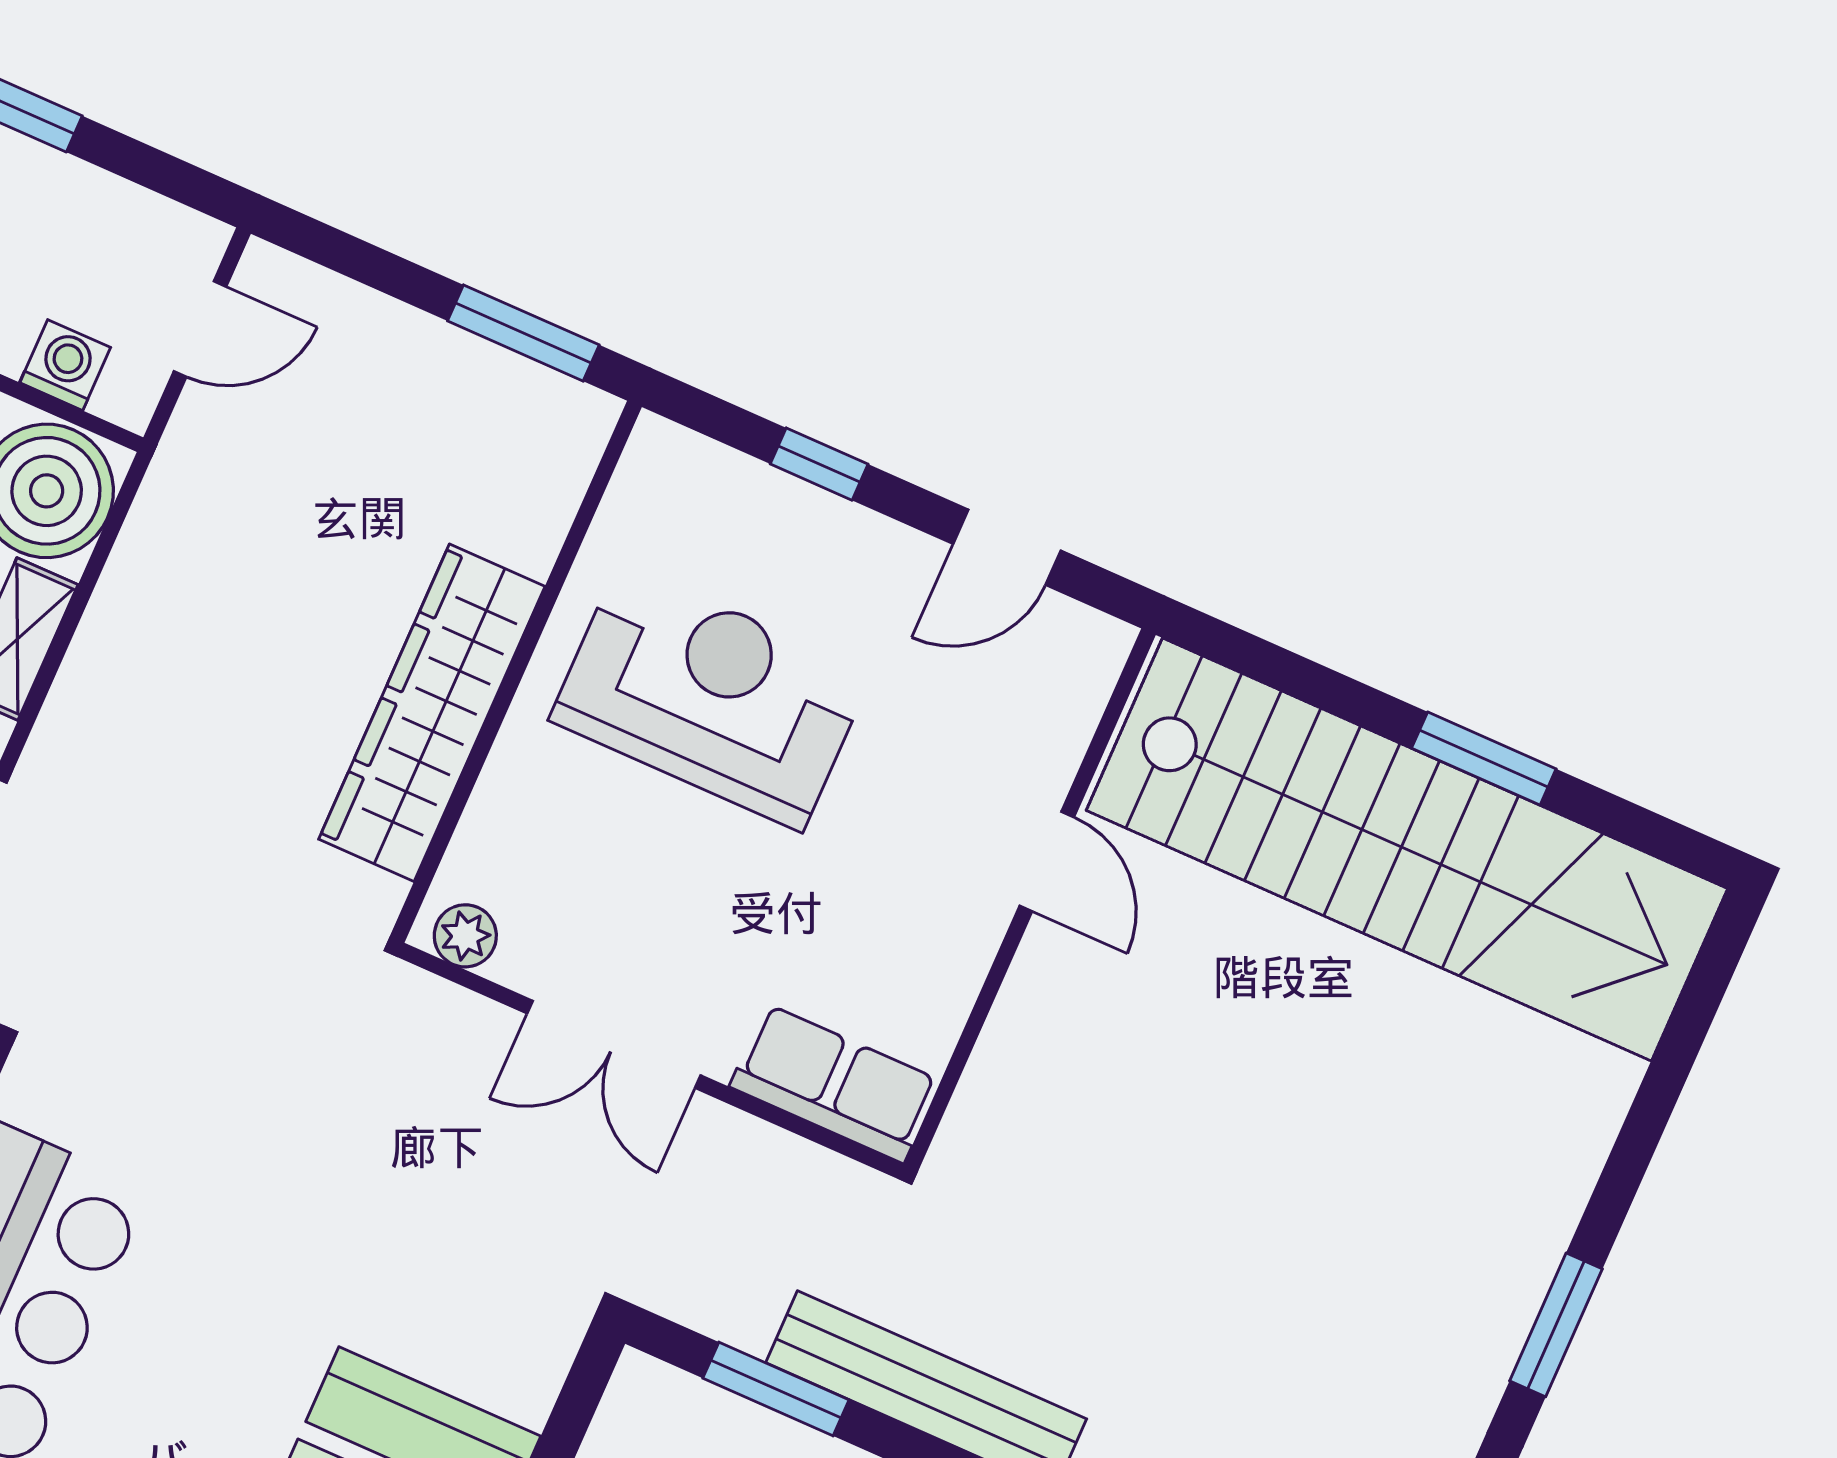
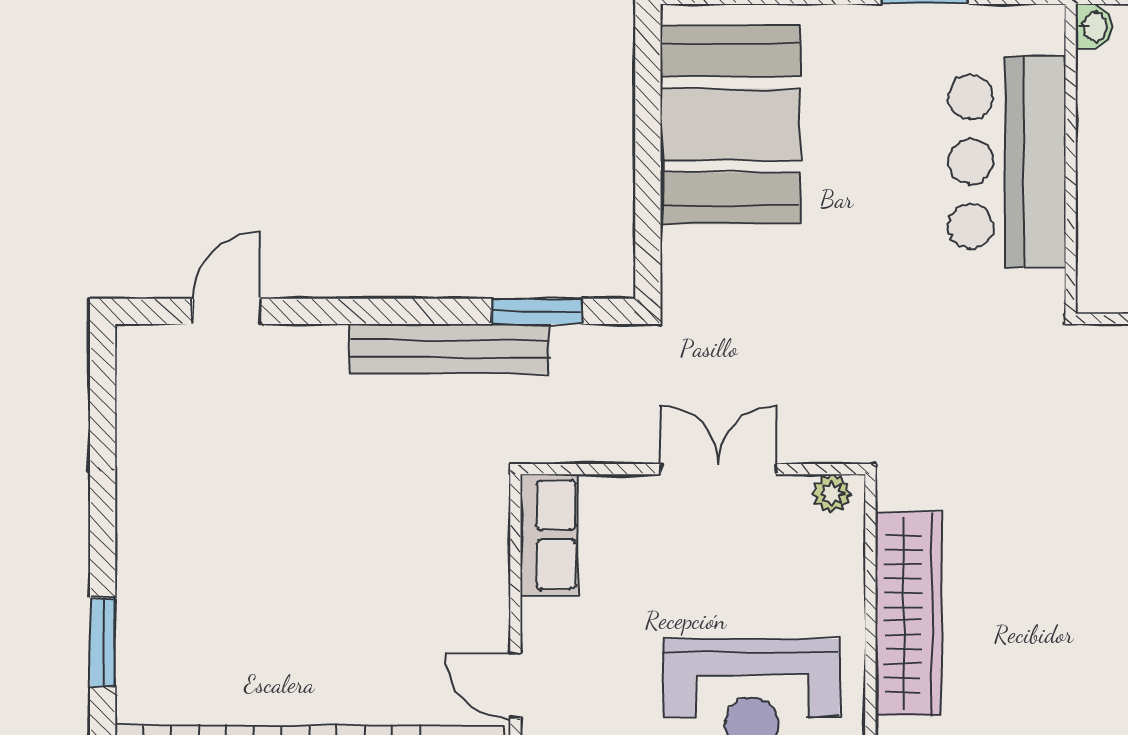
row of seats: (835, 1084) -> (549, 535), moved, turned -90
window: (1556, 1325) -> (103, 642), moved

